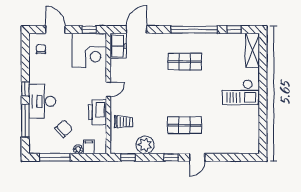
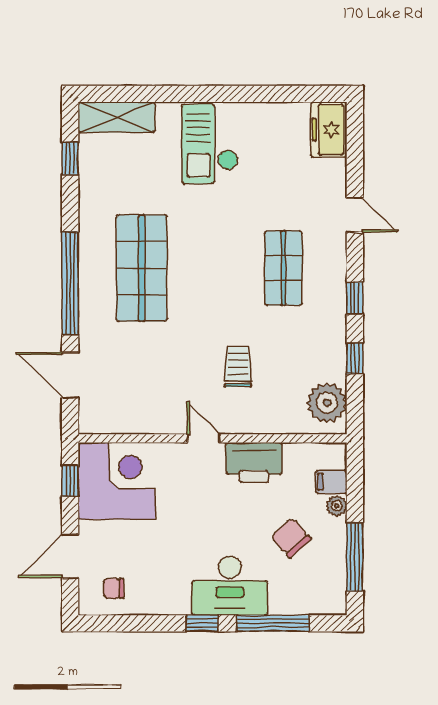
window: (194, 30) -> (70, 283), moved
freezer: (118, 46) -> (329, 130), moved, turned -90
shop shelf: (185, 62) -> (142, 268), width x1.43, depth x1.36
checkout: (240, 92) -> (210, 144), turned 180
trolley: (124, 122) -> (238, 367), moved
plant: (145, 145) -> (327, 403), moved
window: (128, 157) -> (355, 358), moved
door: (197, 157) -> (355, 215), moved

